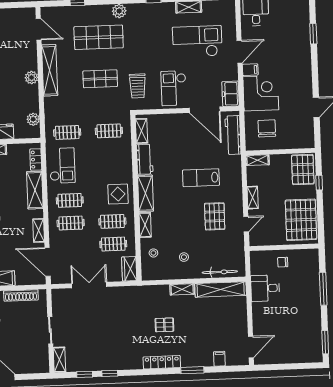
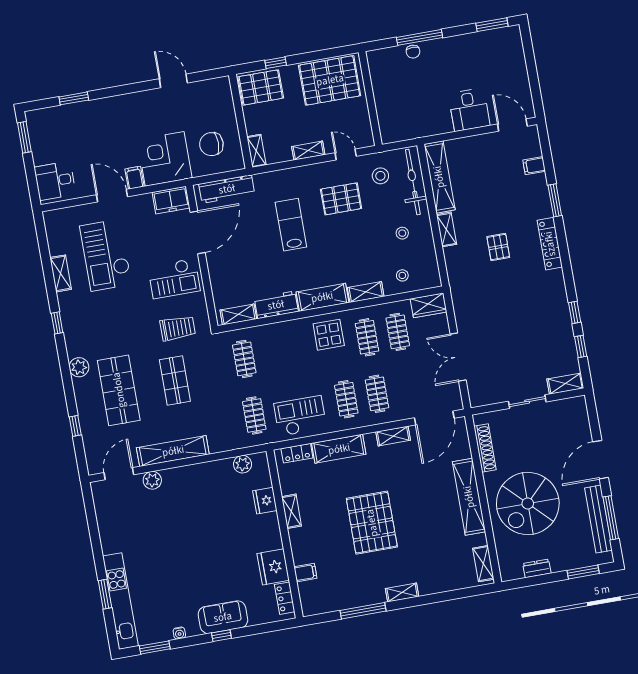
plant: (32, 78) -> (152, 480), moved
lab bench: (201, 178) -> (291, 225), turned 180
stool: (227, 247) -> (380, 176), added
chair: (283, 262) -> (413, 52), moved
bicycle: (220, 272) -> (413, 182), width x1.37, depth x1.40
desk: (265, 288) -> (469, 110), moved

